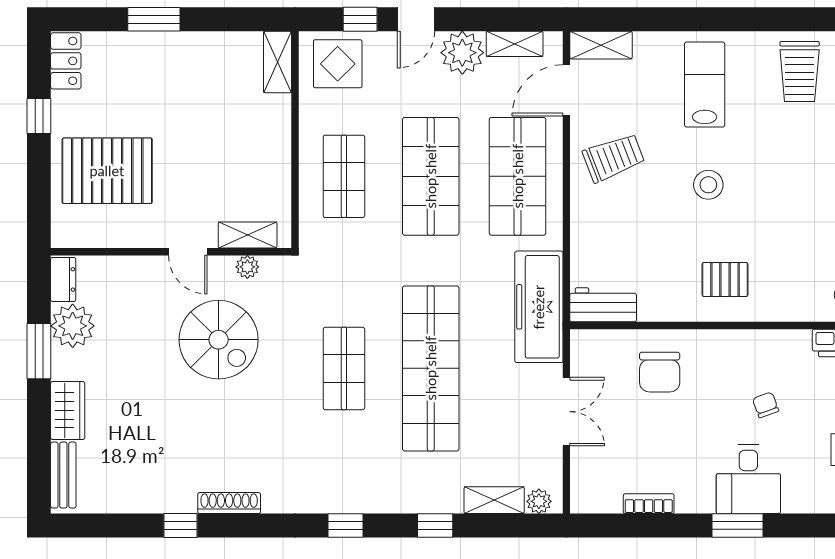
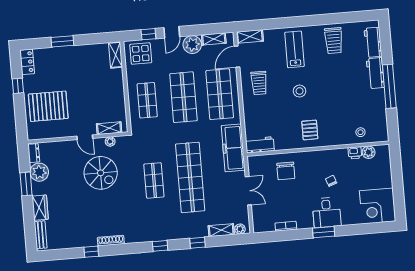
trolley: (614, 158) -> (259, 83), turned 111
pallet: (725, 279) -> (310, 130), turned 90

